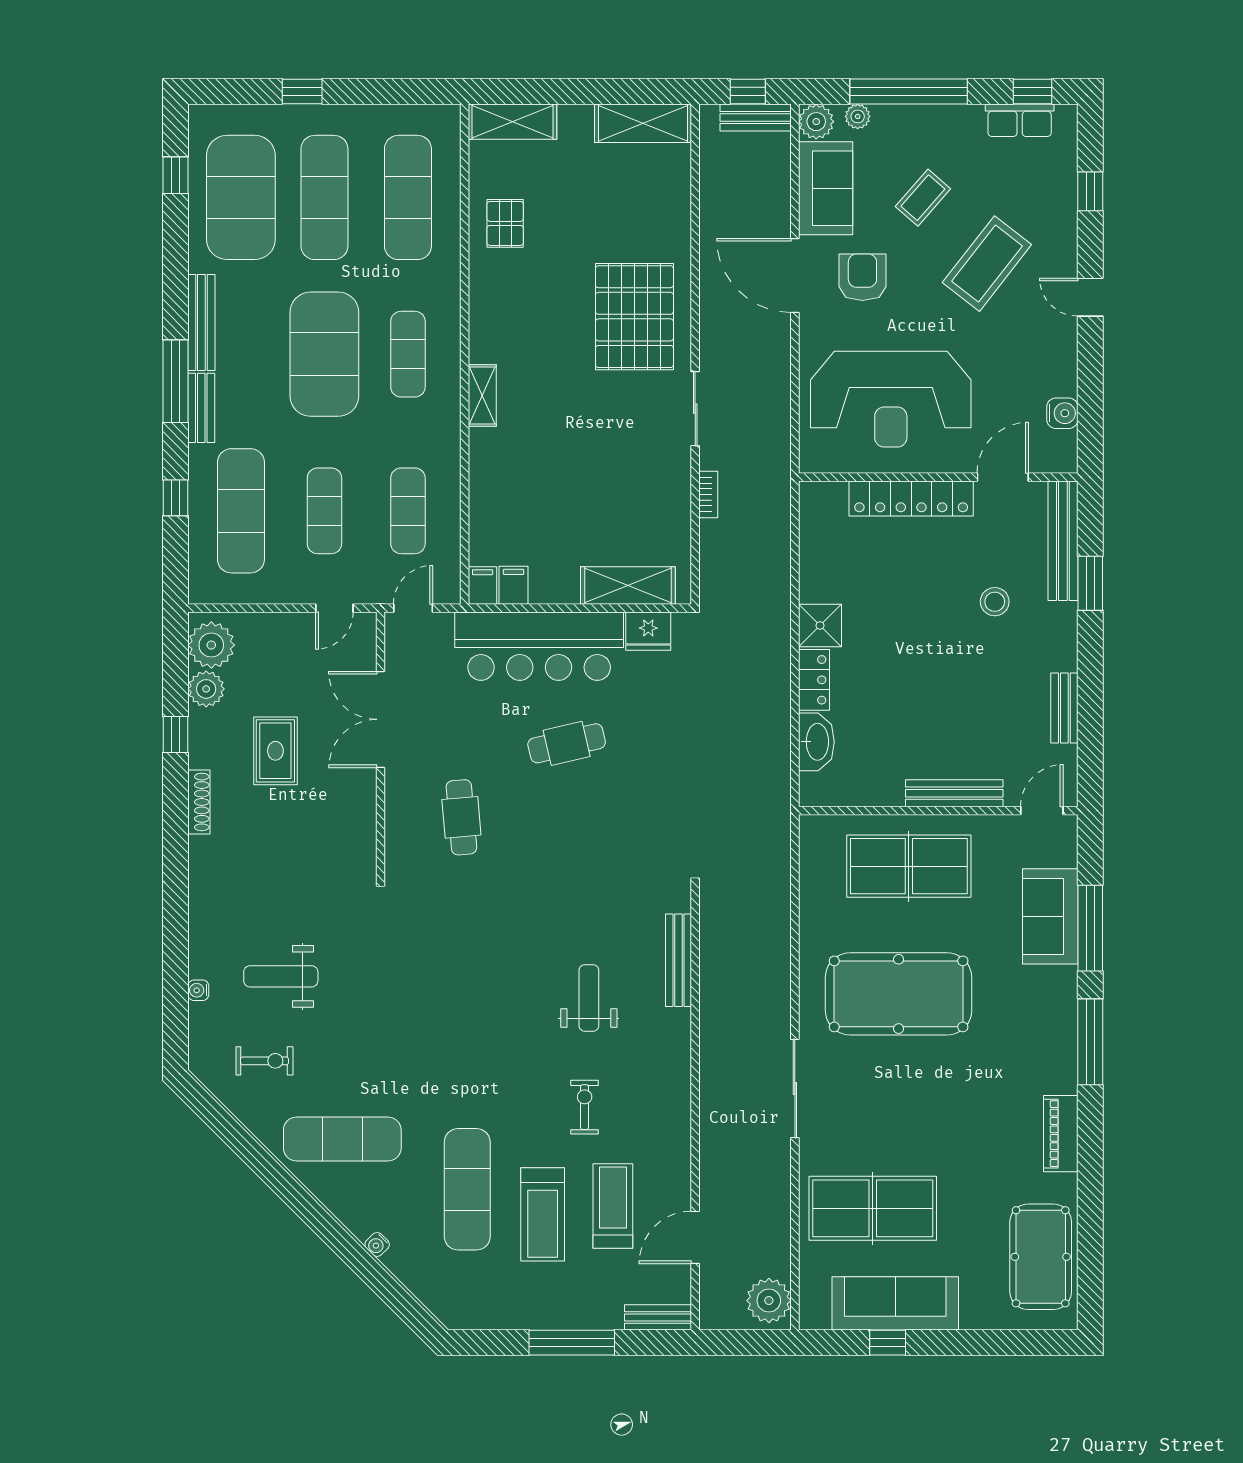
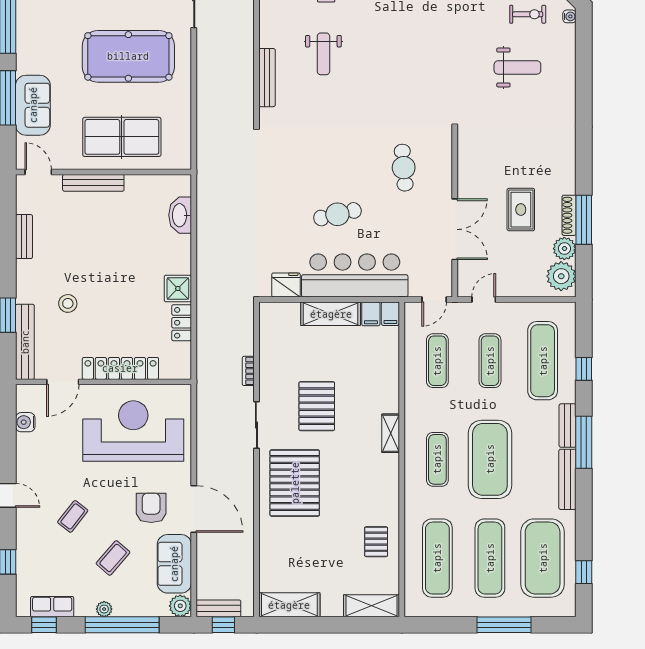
window: (302, 91) -> (504, 625), width x2.17
plant: (858, 116) -> (104, 609), moved
coffee table: (987, 264) -> (73, 516), width x0.54, depth x0.58
armchair: (862, 277) -> (151, 508), turned 180
pallet: (599, 439) -> (317, 406), added
shelving: (628, 585) -> (331, 314), moved
locker: (814, 680) -> (182, 323), moved
window: (176, 735) -> (584, 220), width x2.17
shoe rack: (199, 802) -> (569, 215), moved
door: (1042, 811) -> (38, 172), swing flipped
water cooler: (198, 990) -> (569, 16), moved
exercise bike: (265, 1061) -> (528, 14), turned 180

